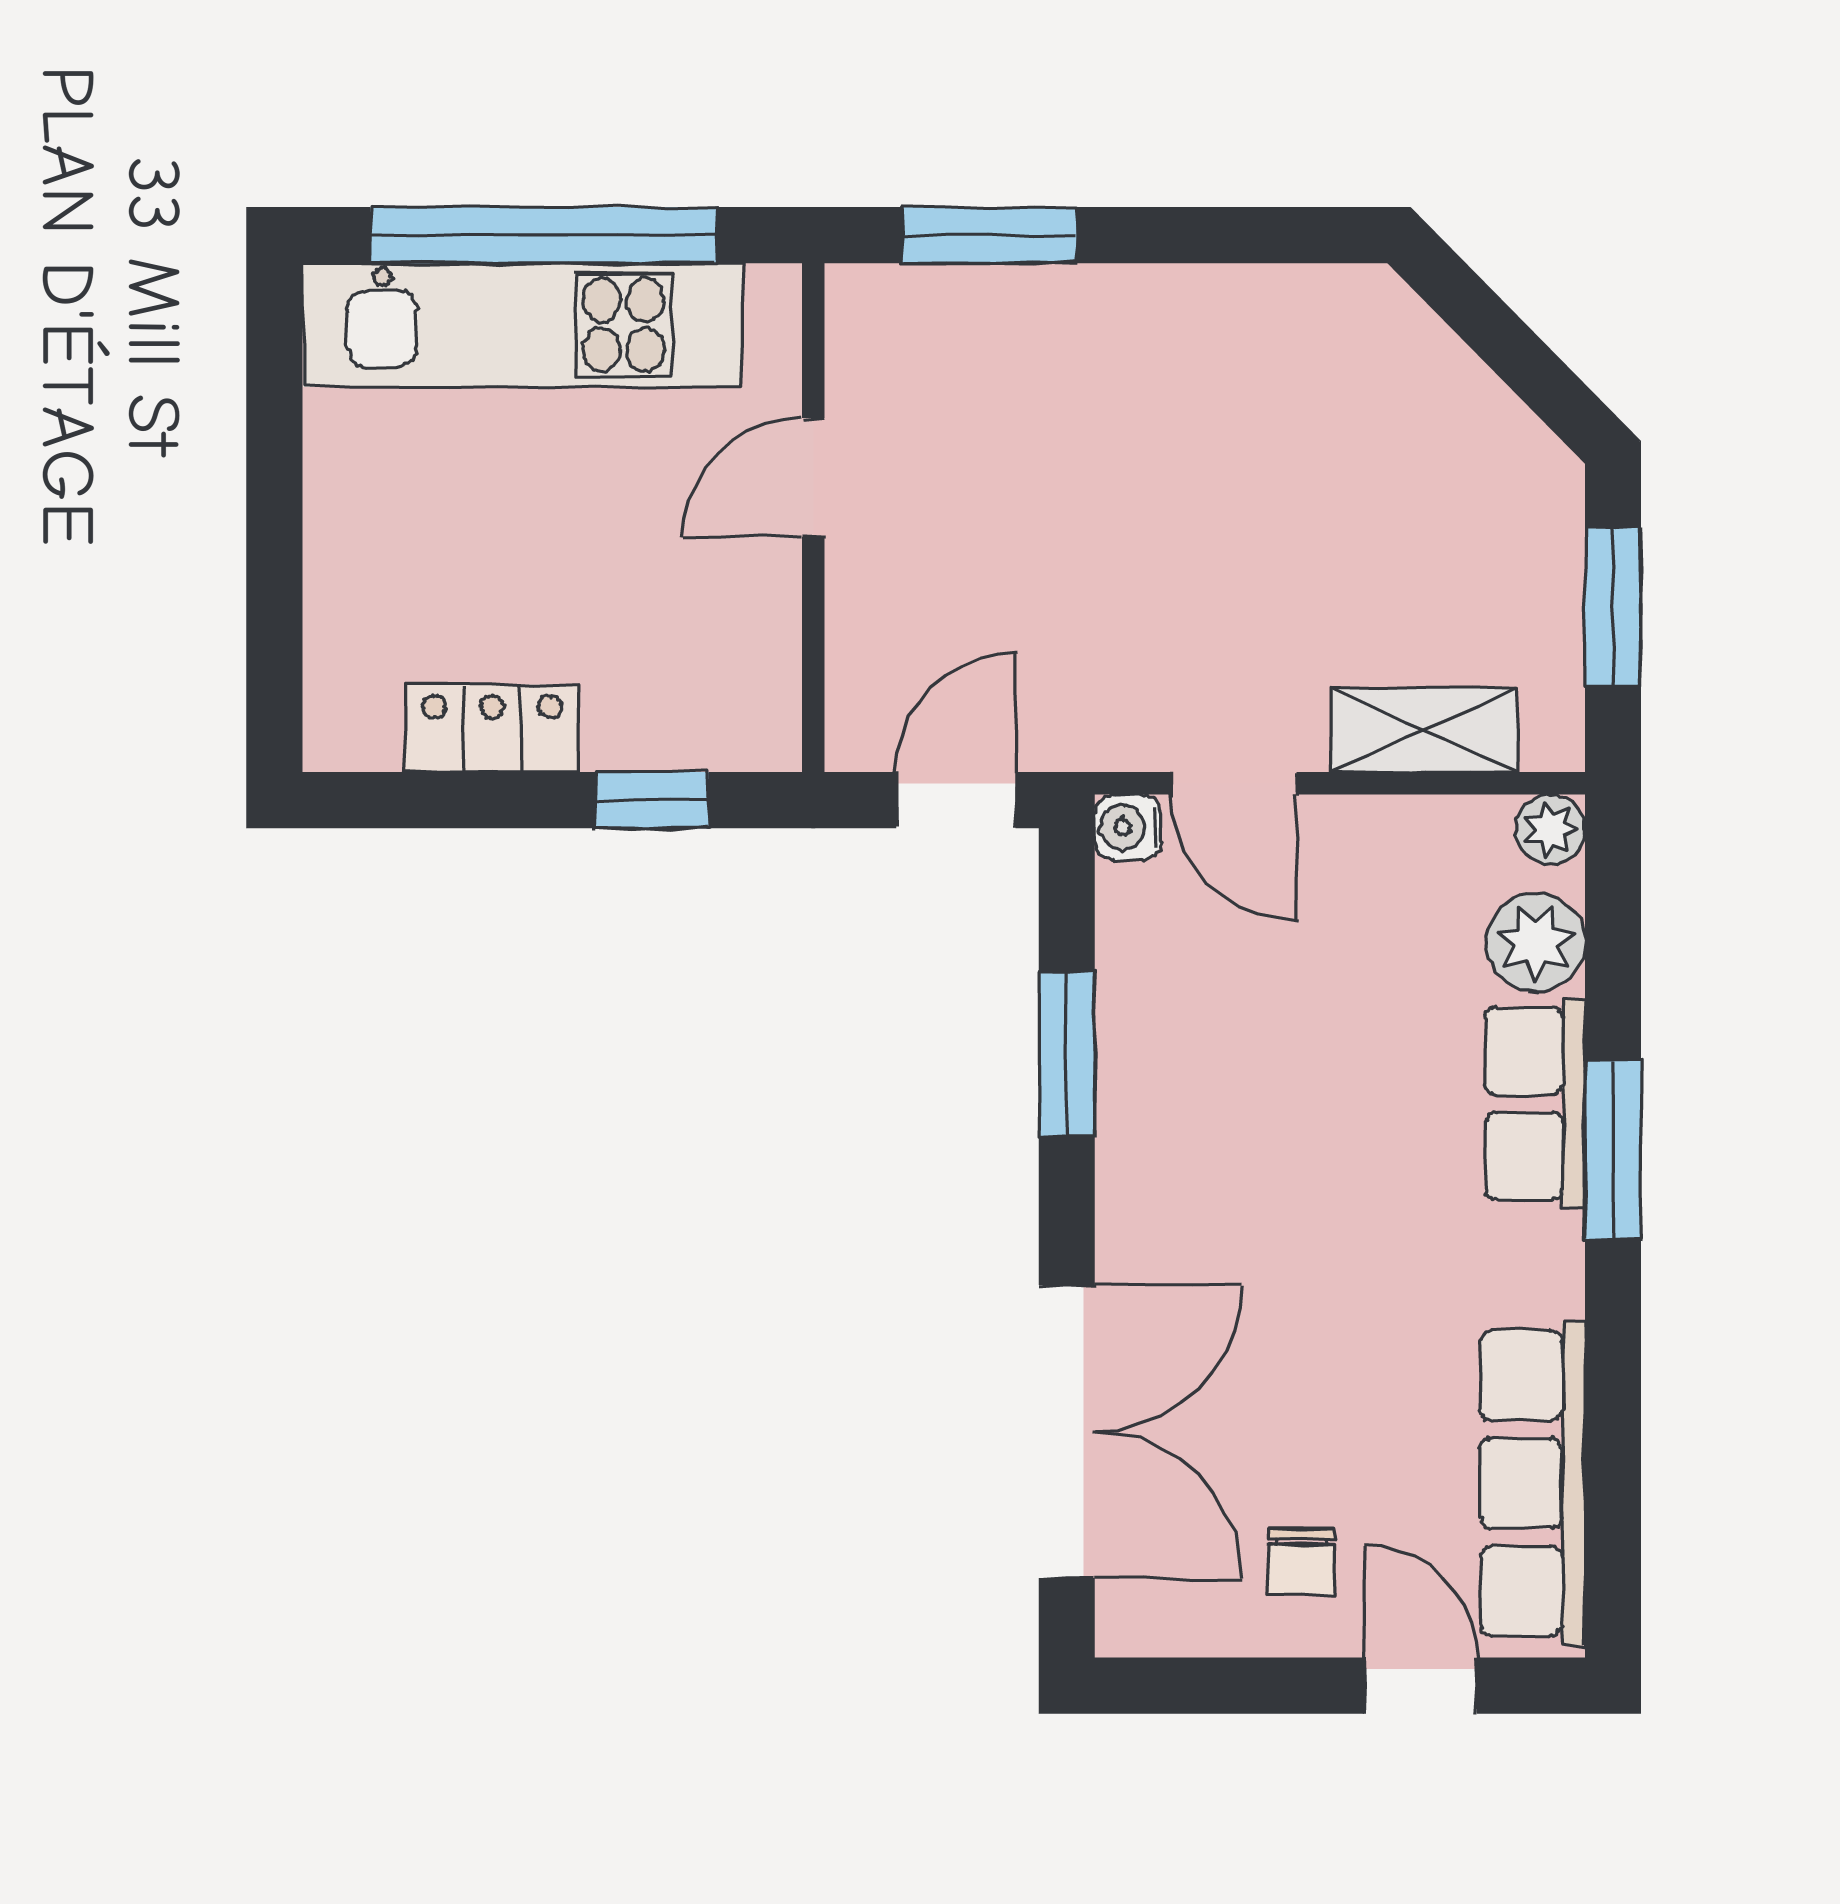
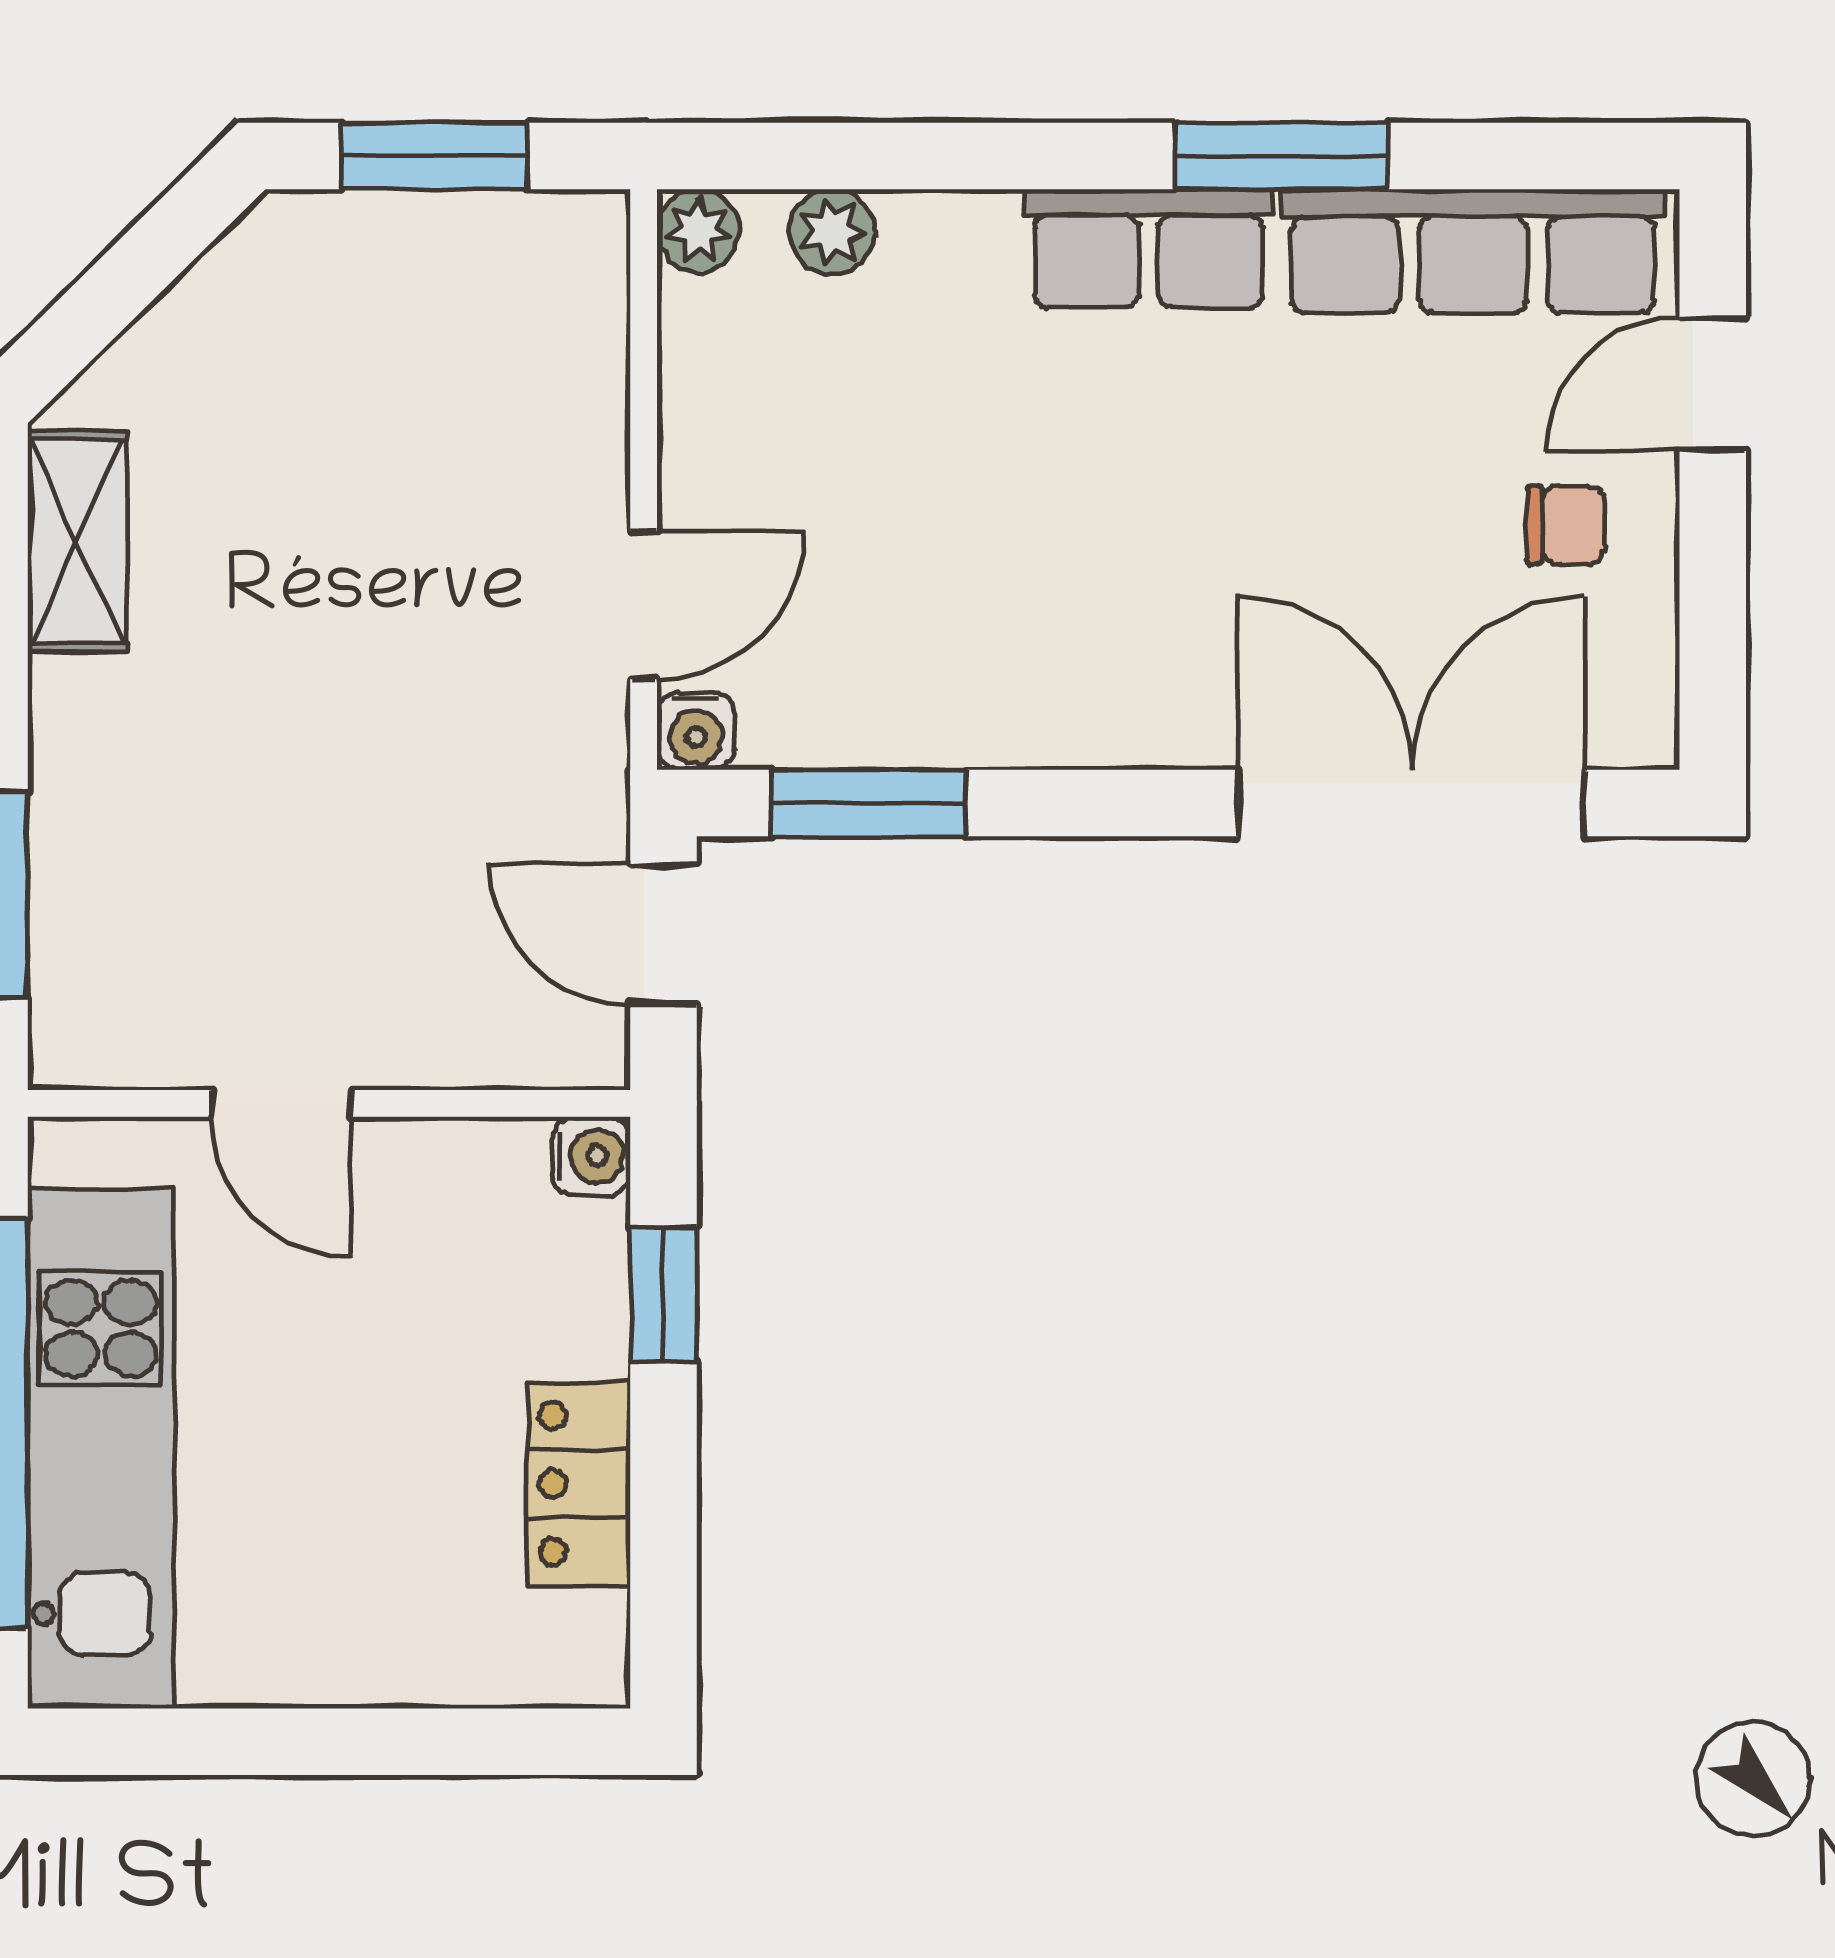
shelving: (1424, 730) -> (77, 542), moved
water cooler: (769, 739) -> (591, 1156), added
plant: (1536, 942) -> (832, 232), width x0.73, depth x0.73
window: (1067, 1054) -> (868, 803), moved
row of seats: (1535, 1104) -> (1148, 248), moved
window: (1613, 1150) -> (1281, 156), moved

